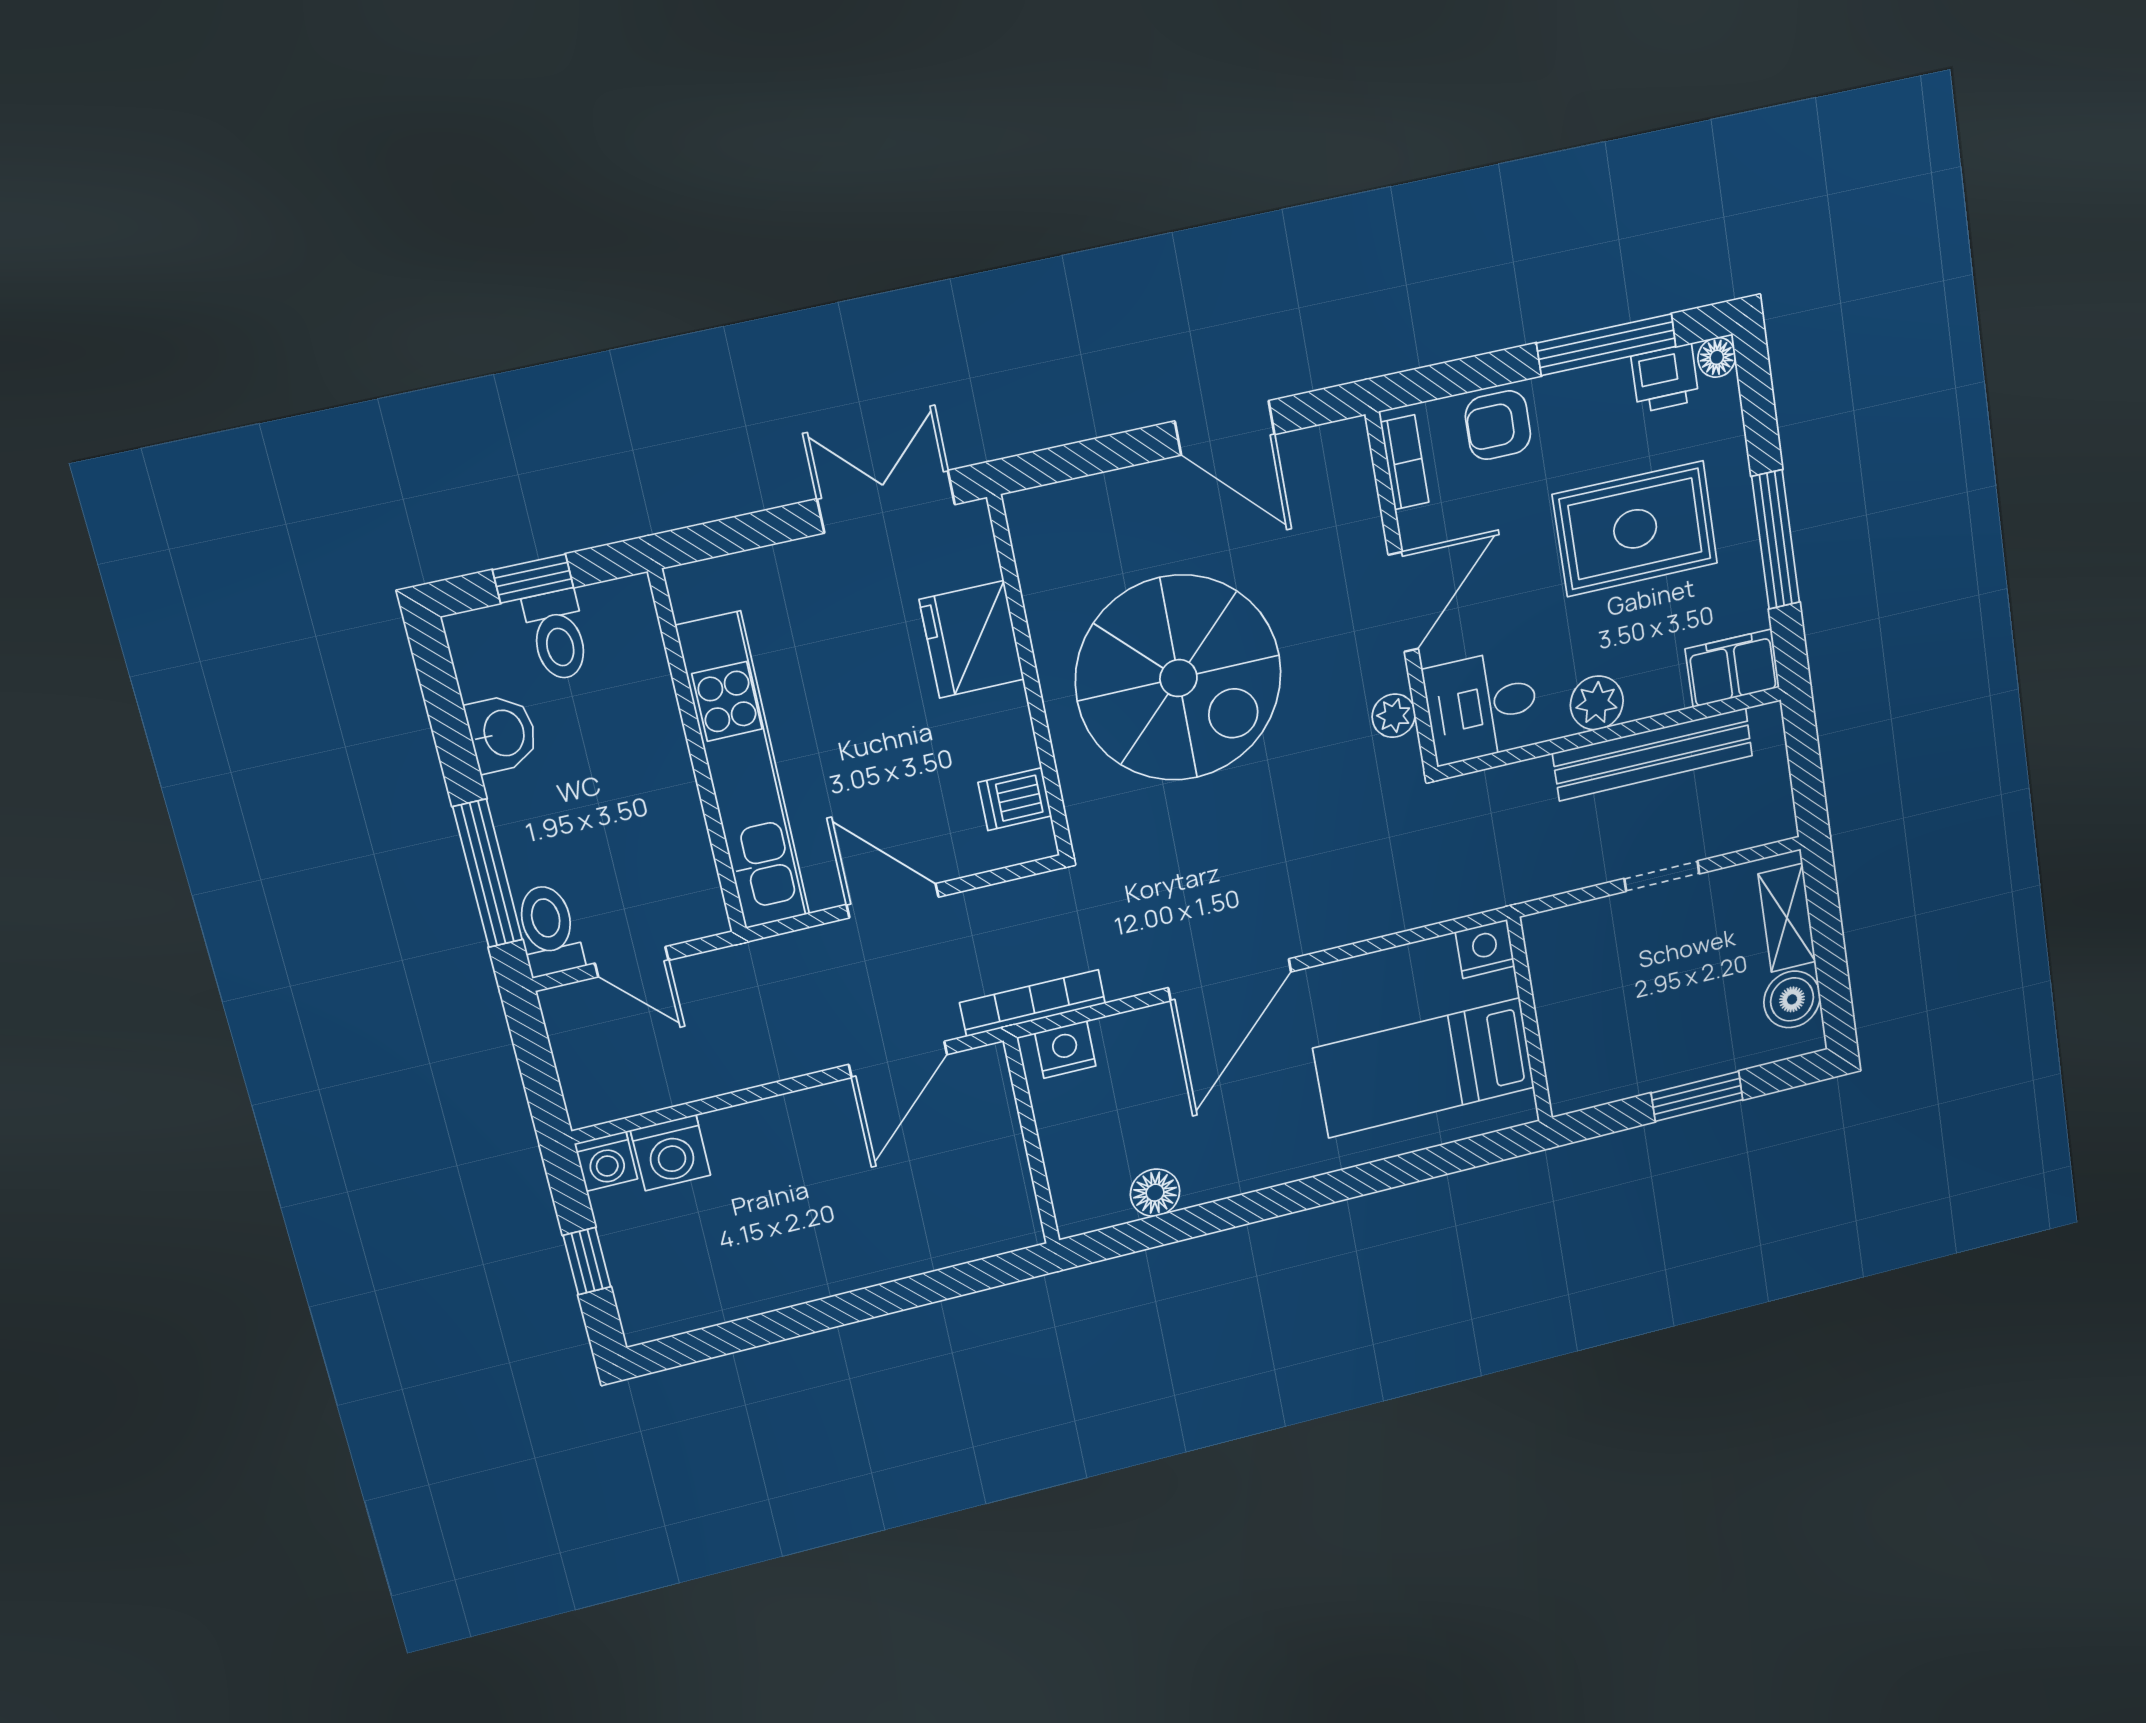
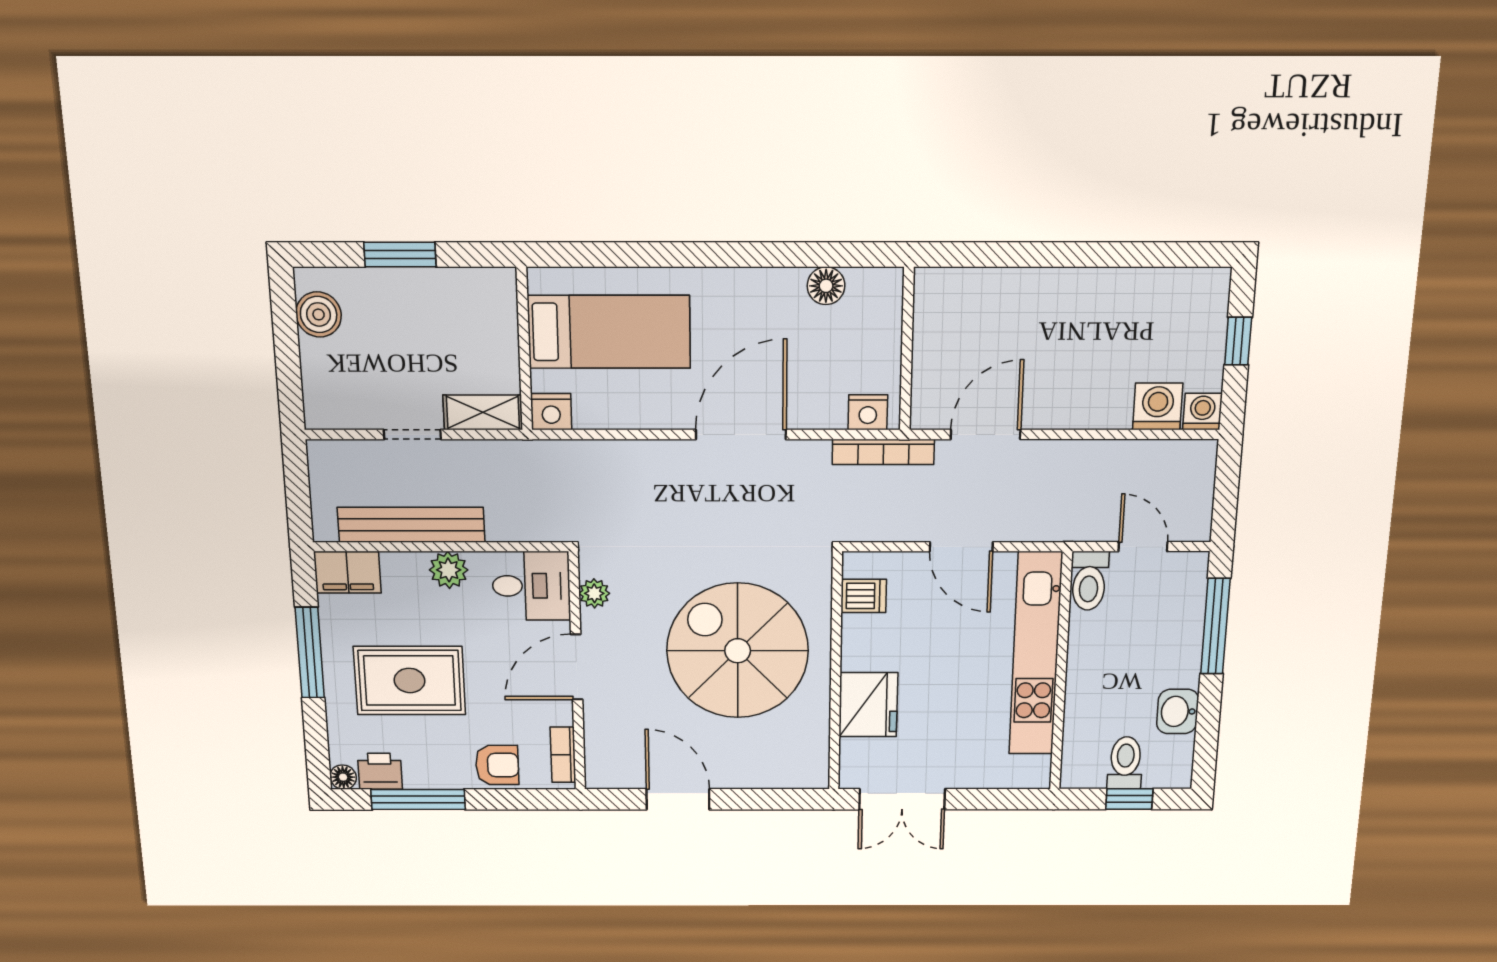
shelving: (1787, 918) -> (483, 412), moved, turned 90
toilet: (549, 930) -> (1089, 581), moved

